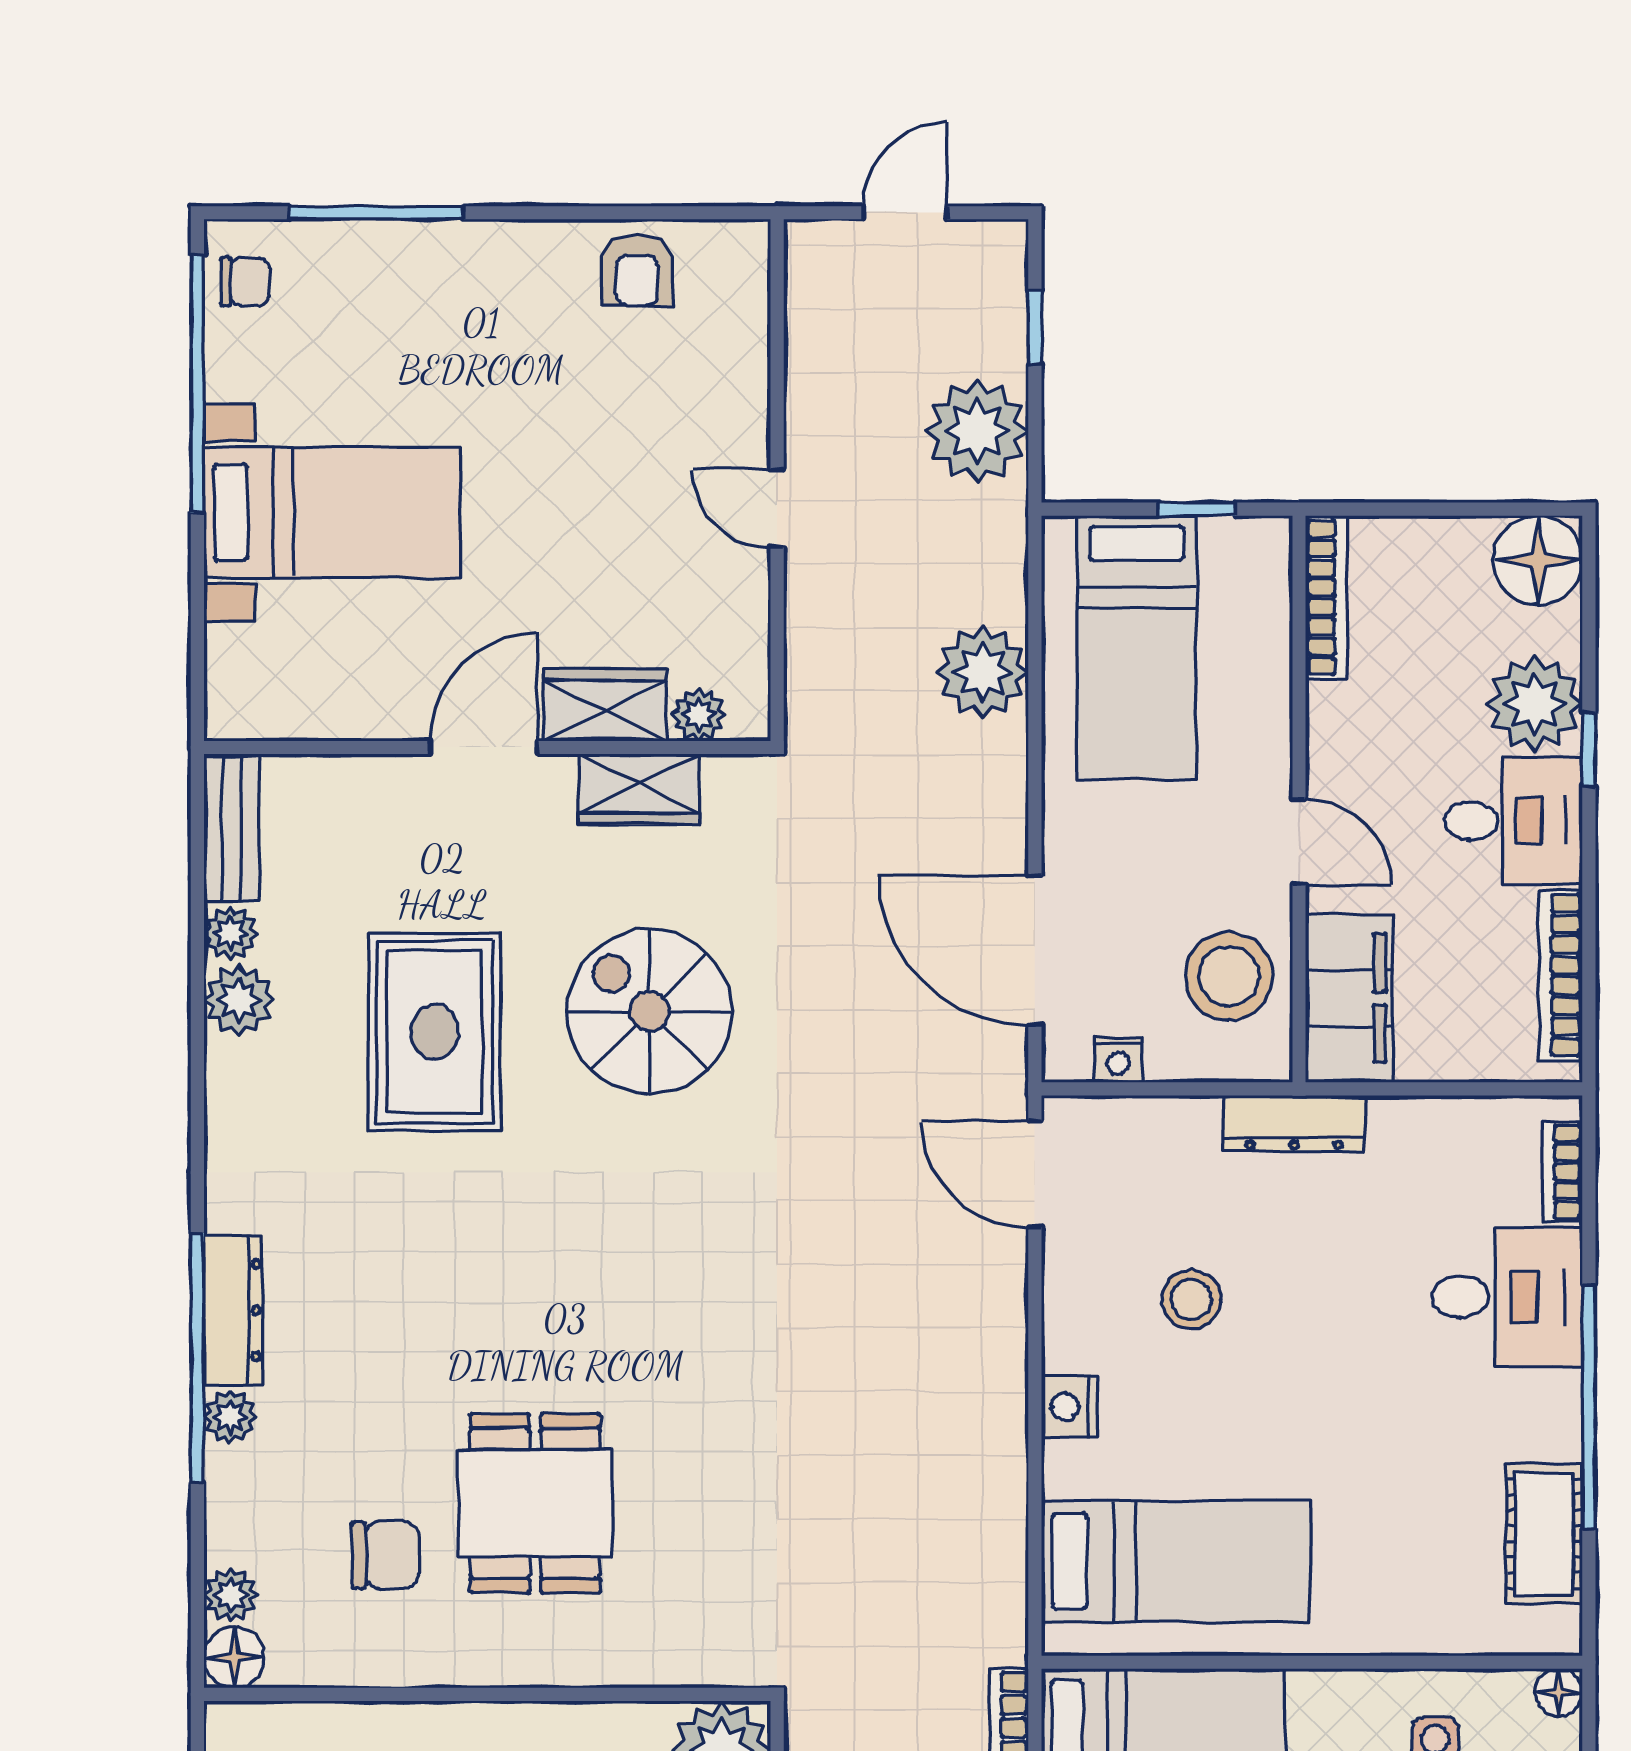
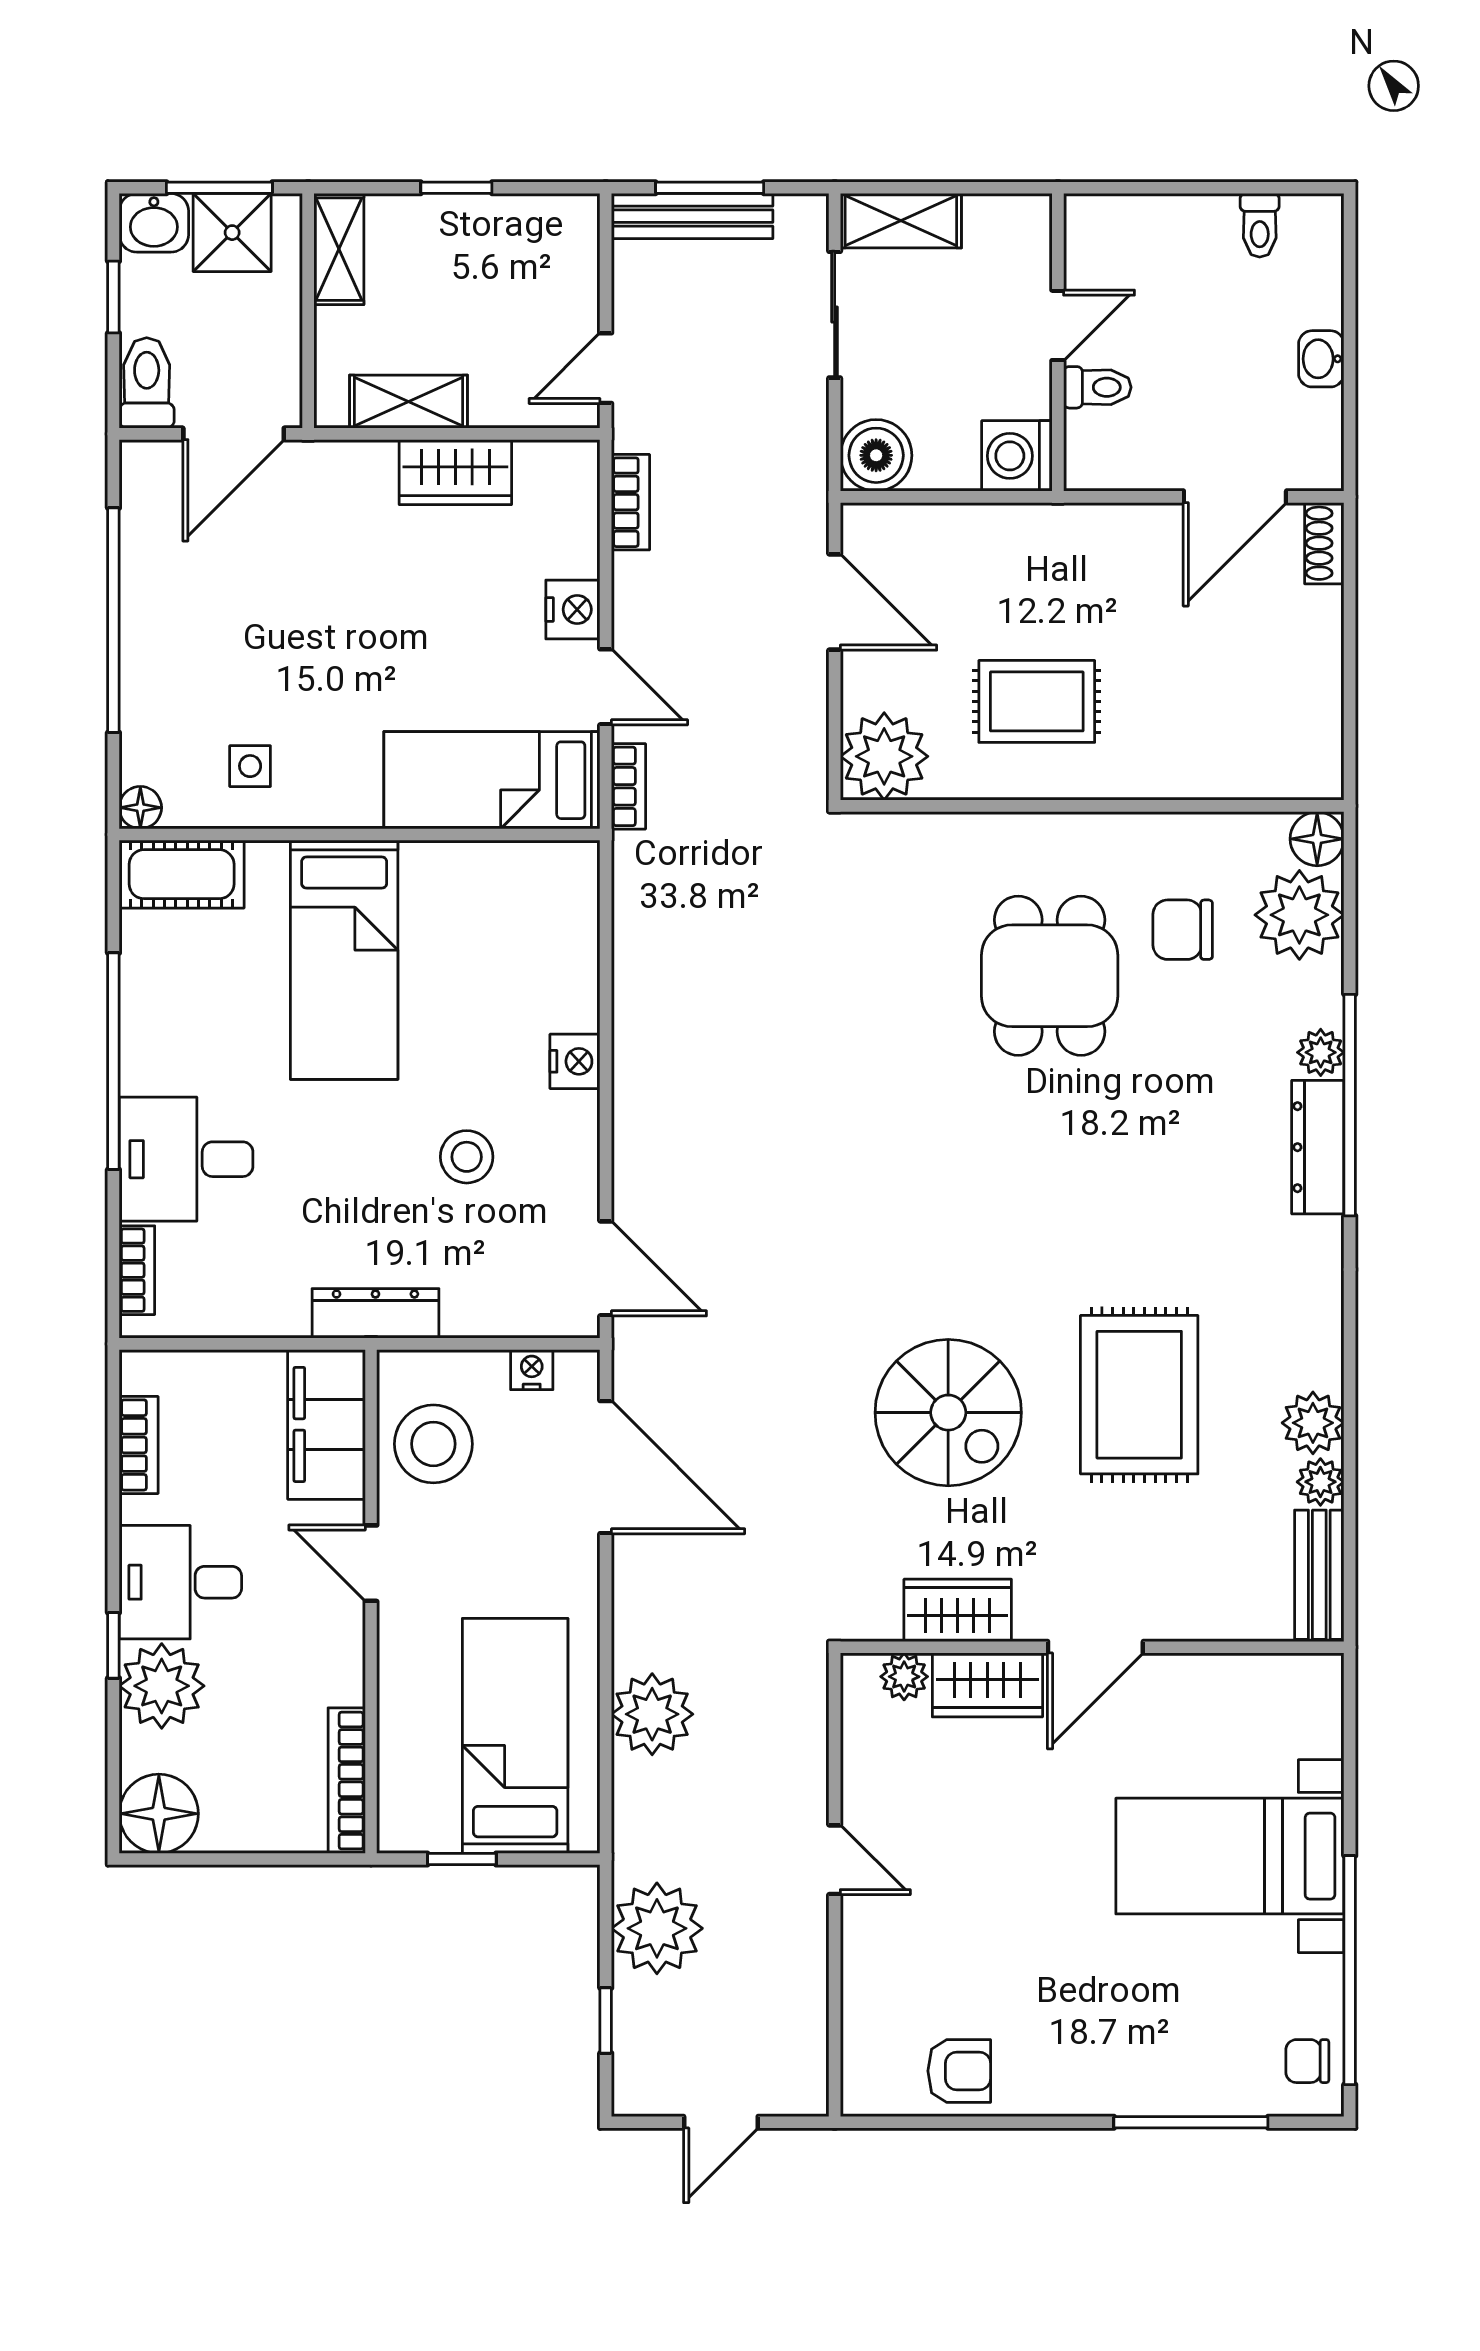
armchair: (637, 270) -> (959, 2071), turned 90
bookcase: (1561, 975) -> (139, 1445), width x0.64
cot: (1544, 1534) -> (182, 874), moved, turned 90
bed: (1176, 1561) -> (344, 960), moved, turned -90
plant: (231, 1595) -> (1299, 915), width x1.88, depth x1.88

